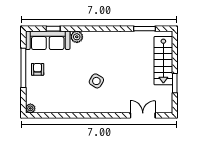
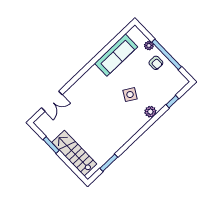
sofa: (48, 40) -> (116, 55), moved, turned 180
side table: (96, 81) -> (130, 95), moved
plant: (30, 108) -> (149, 46), moved

